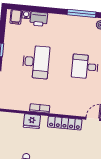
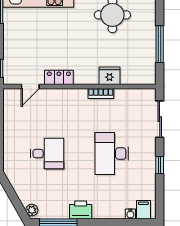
printer: (39, 19) -> (81, 210), moved
locker: (65, 123) -> (59, 77), width x0.66

